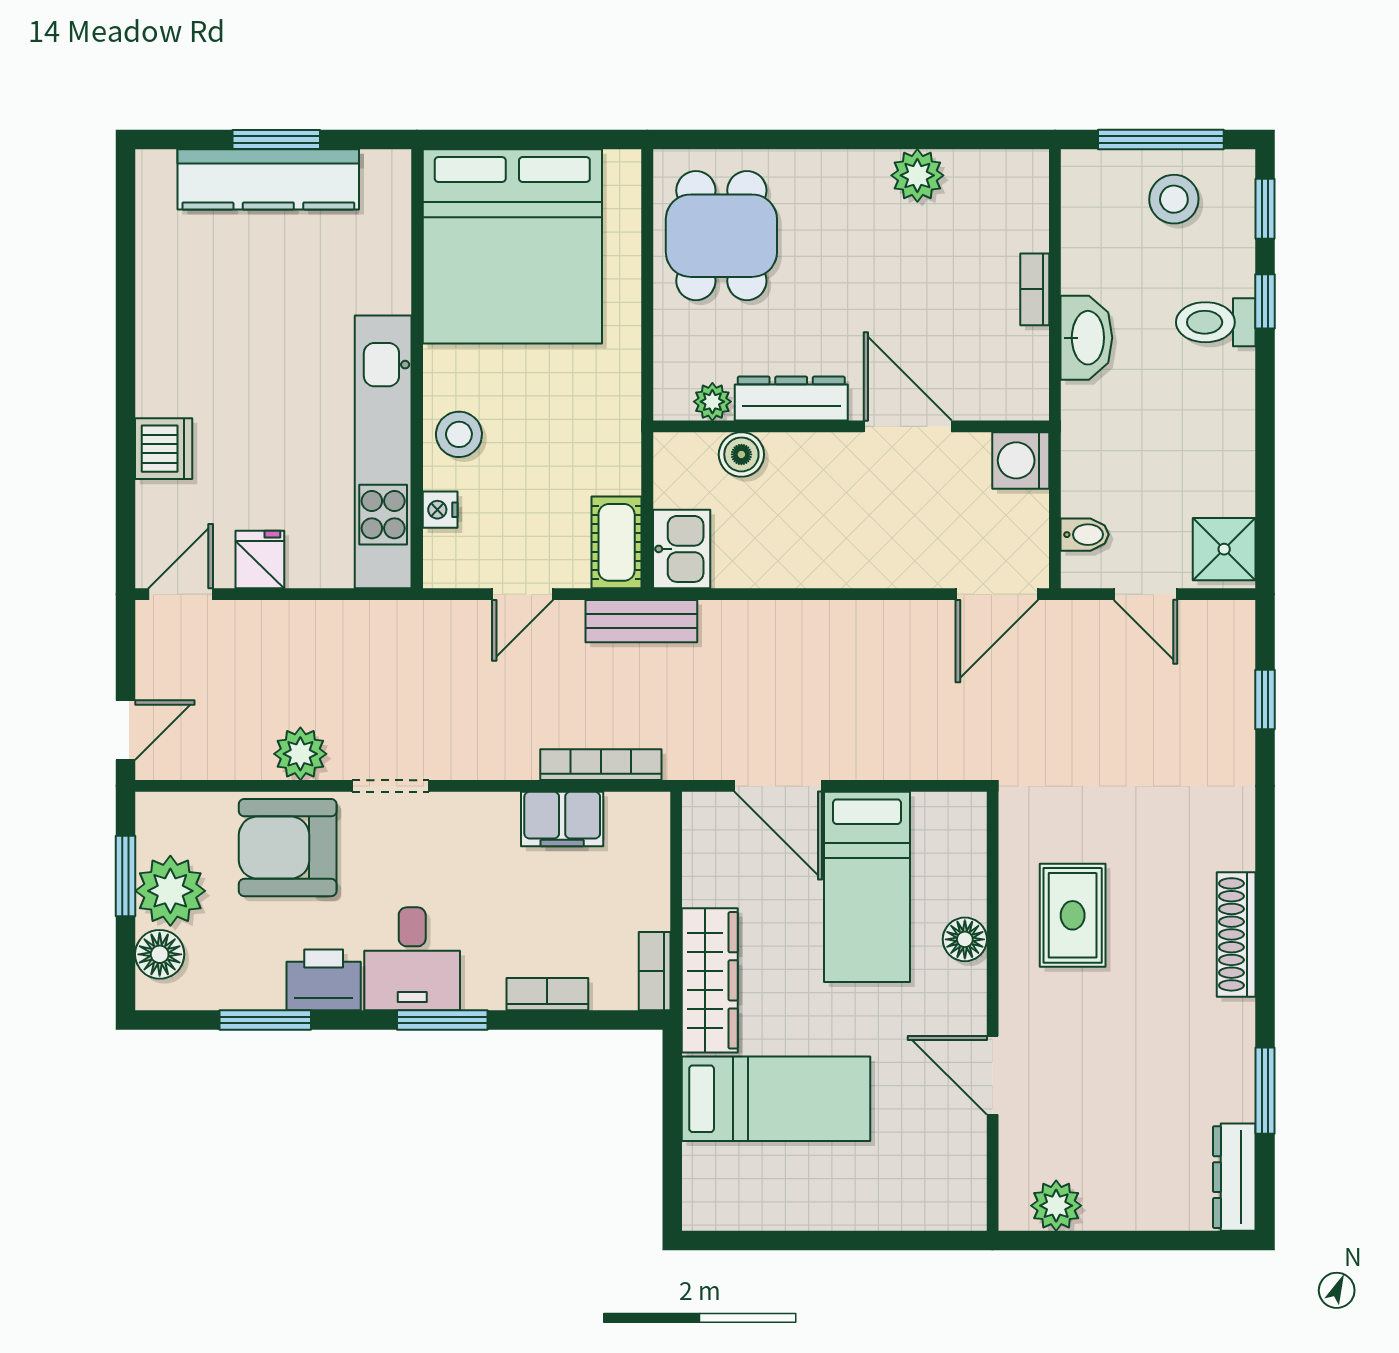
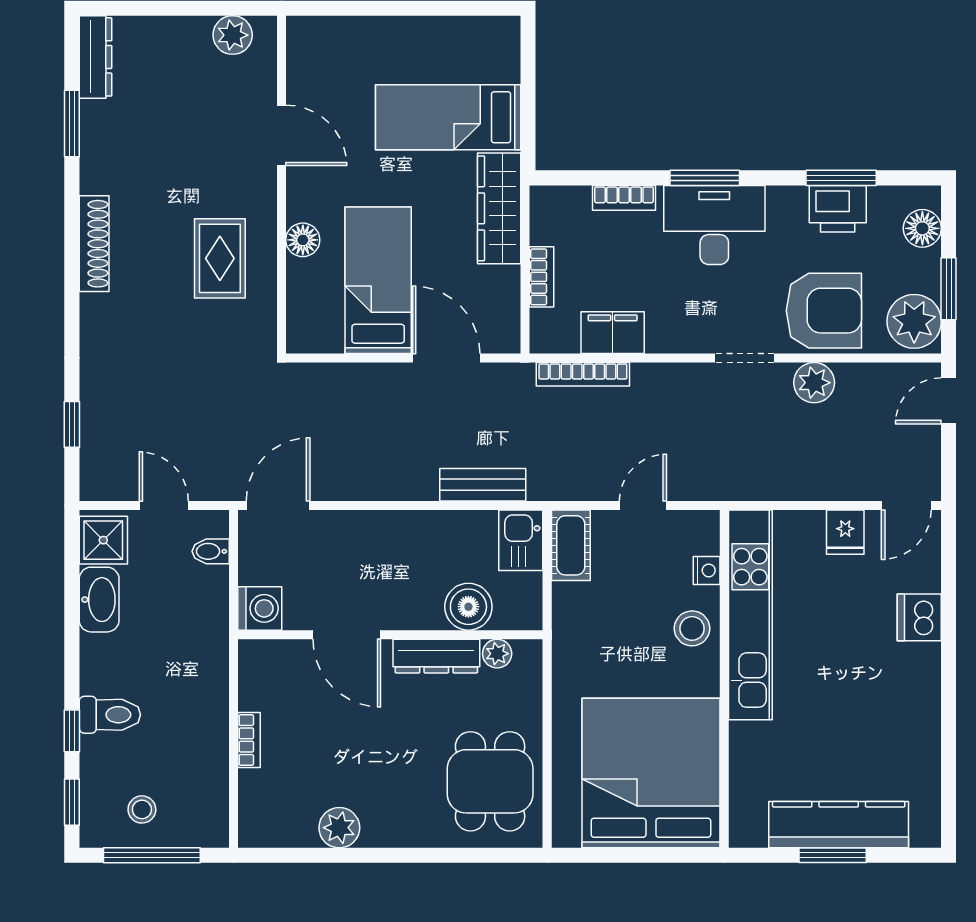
stool: (1174, 199) -> (142, 809), width x0.73, depth x0.73
washbasin: (1086, 338) -> (99, 600), moved, turned 180
boiler: (741, 454) -> (468, 607), width x1.36, depth x1.36
bench: (641, 621) -> (483, 485), moved
plant: (170, 891) -> (914, 321), moved
desk: (412, 959) -> (714, 225), width x1.37
bookcase: (655, 971) -> (541, 277), moved
printer: (324, 980) -> (838, 209), moved

